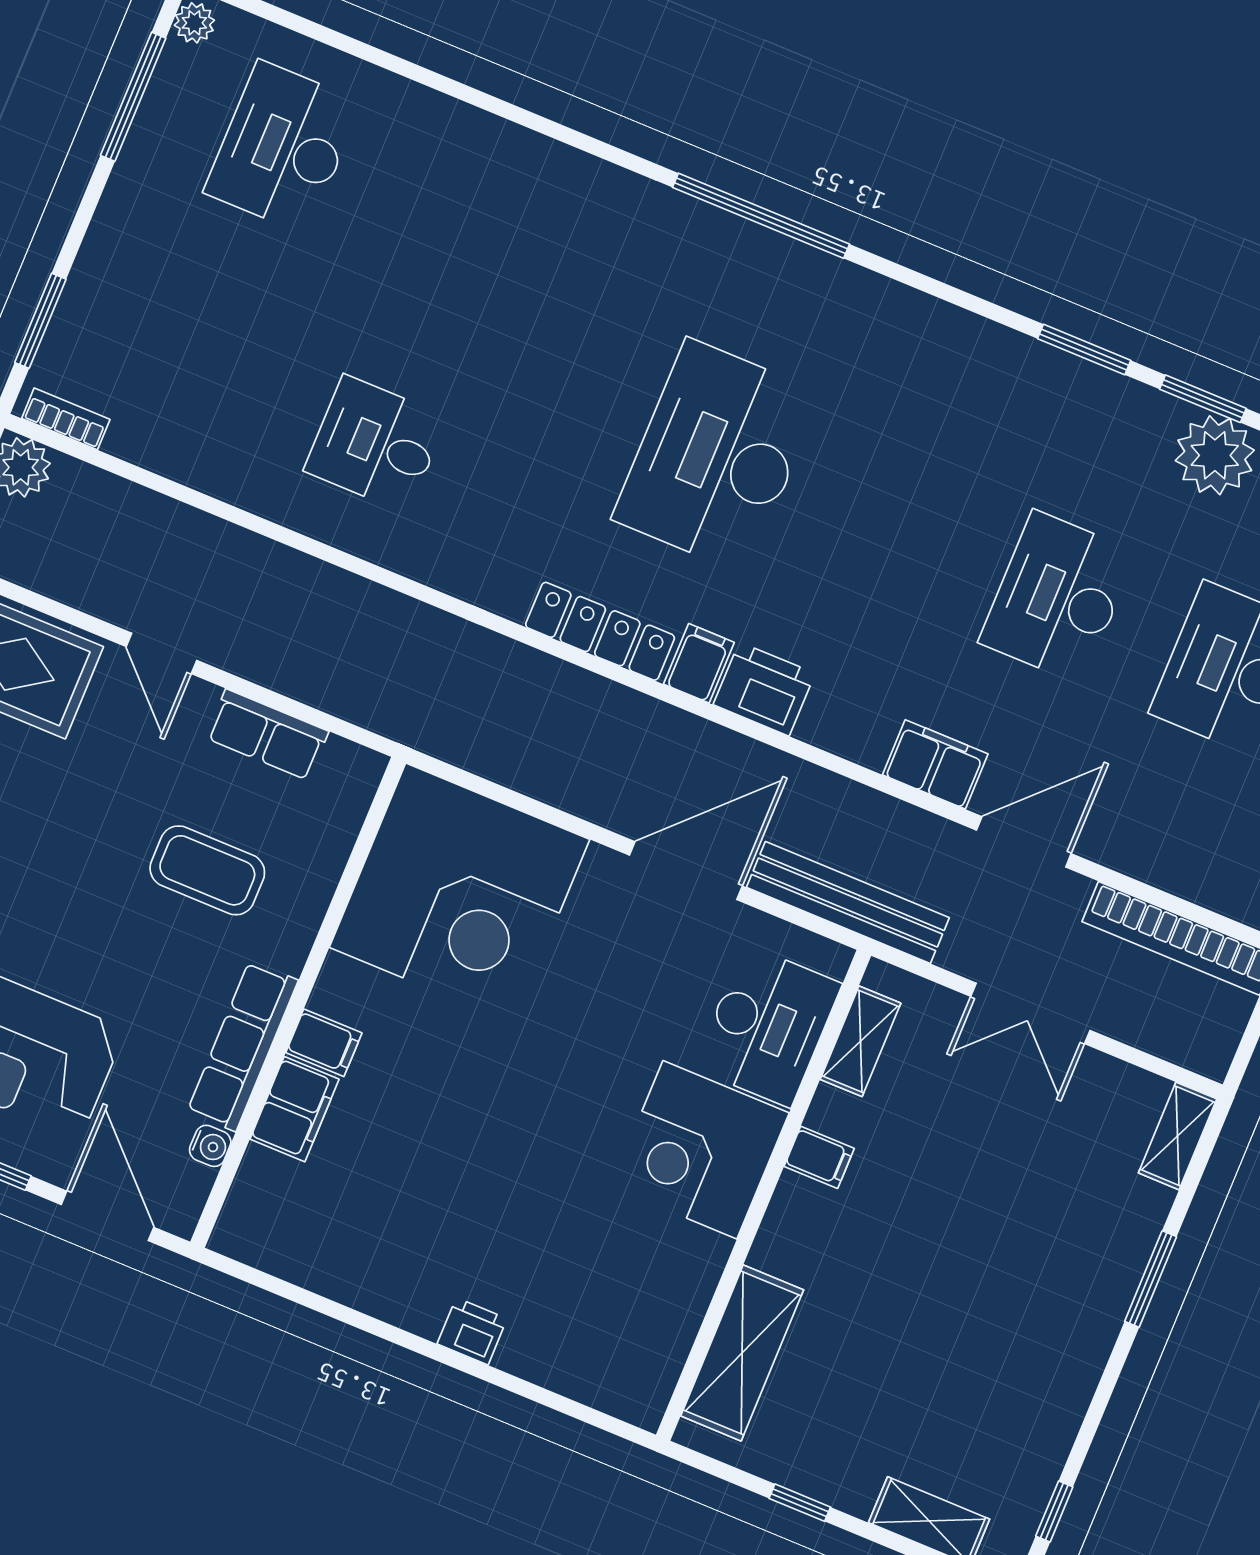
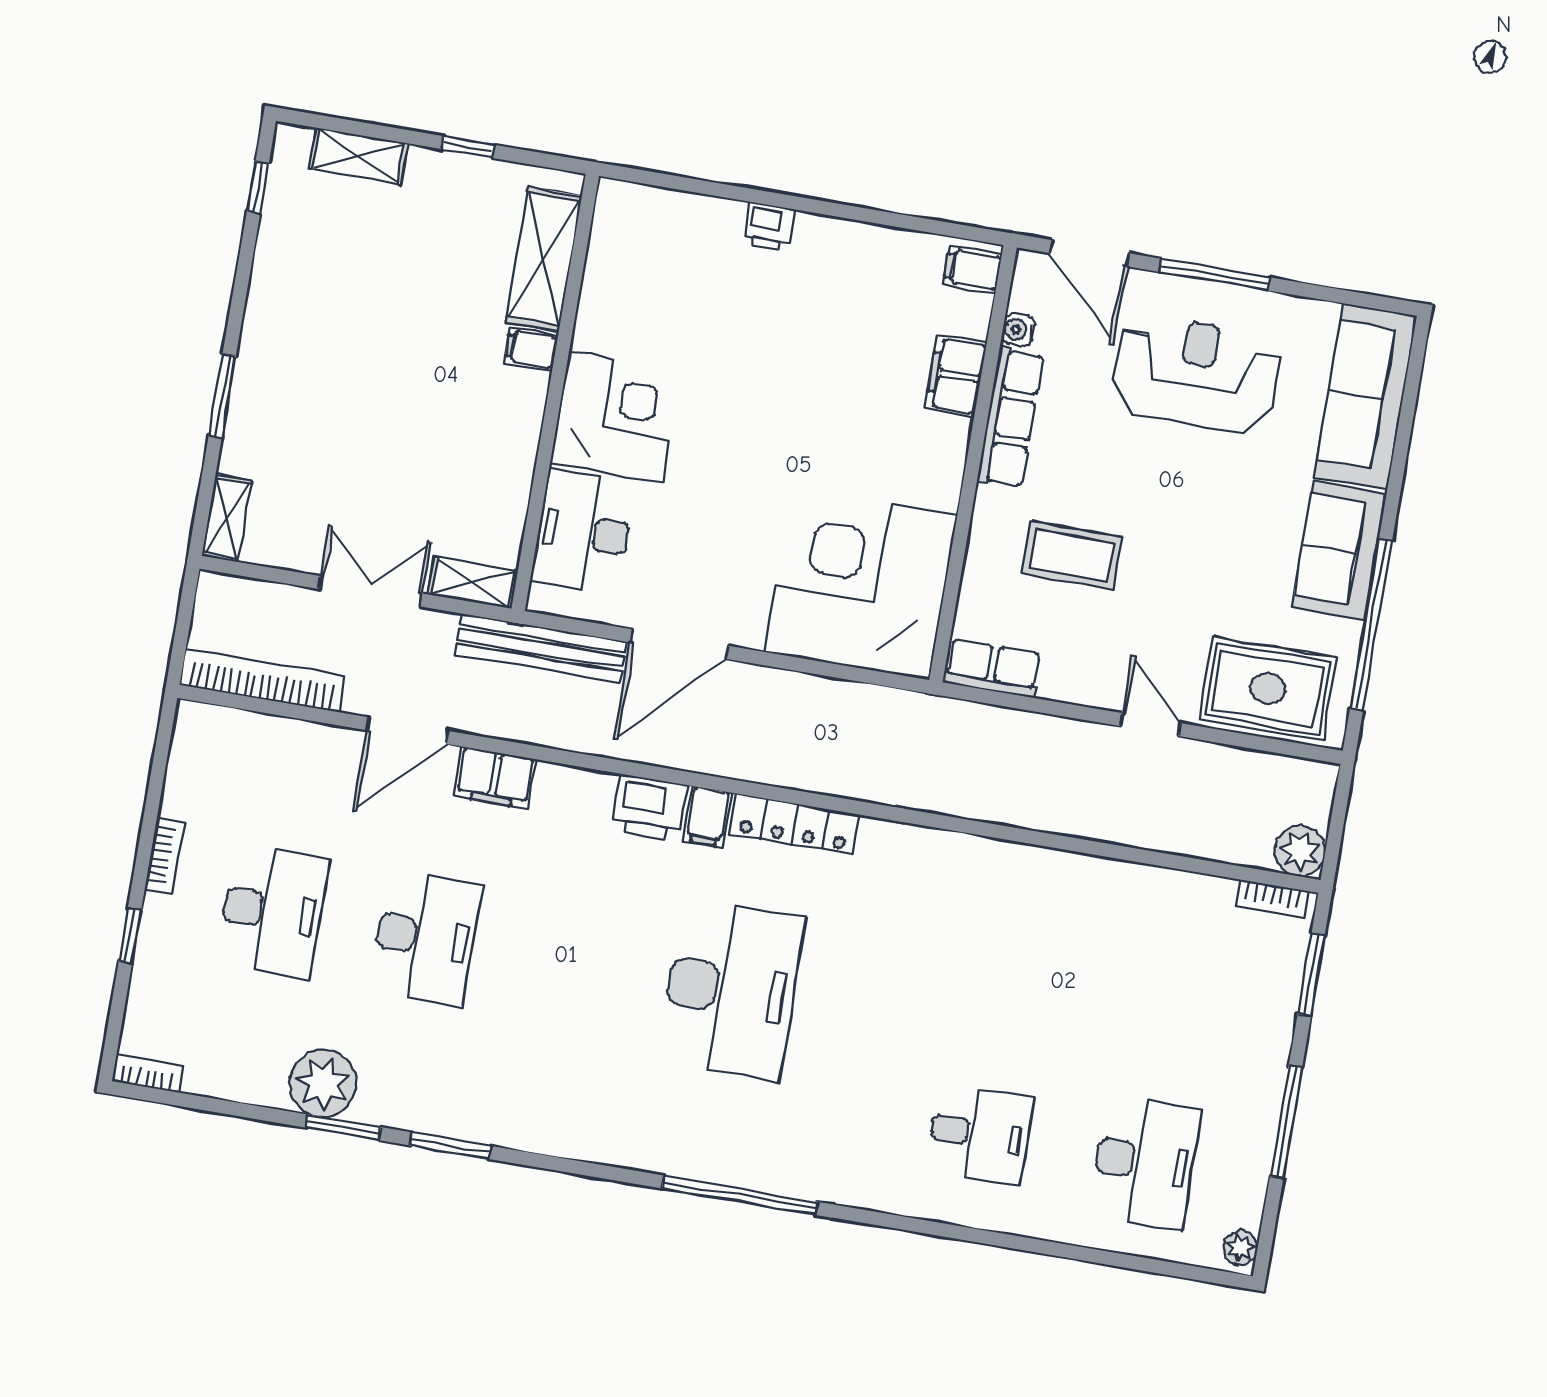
window: (133, 97) -> (1286, 1122), moved
desk: (376, 444) -> (980, 1134), moved
row of seats: (267, 735) -> (993, 668), moved
shelving: (860, 1041) -> (473, 583), moved, turned 90
filing cabinet: (324, 1043) -> (973, 269), moved
filing cabinet: (819, 1157) -> (531, 349), moved

